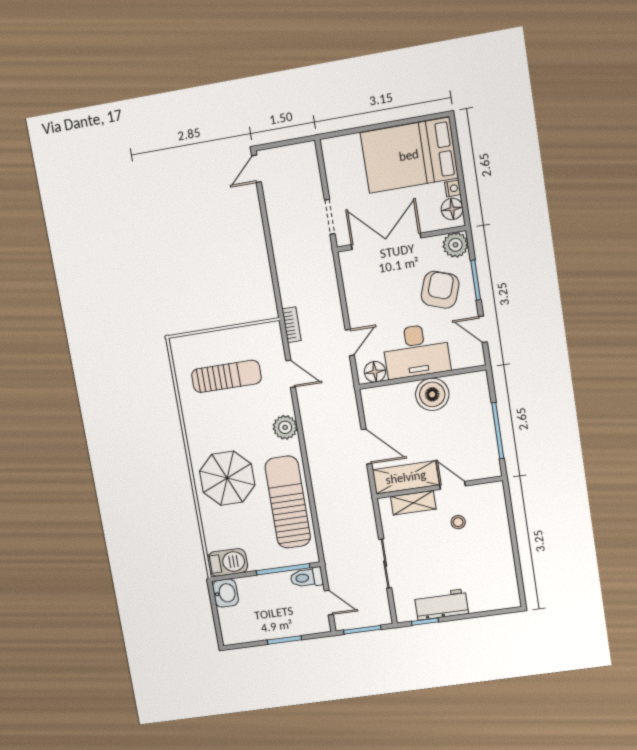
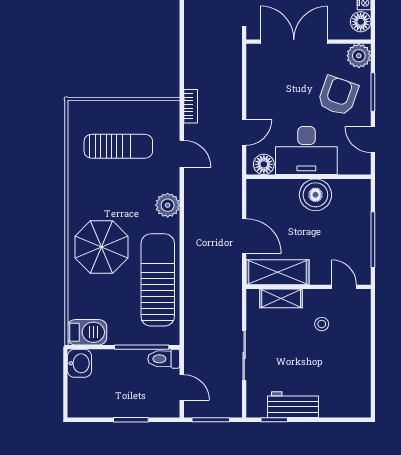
door: (453, 485) -> (344, 287), moved

